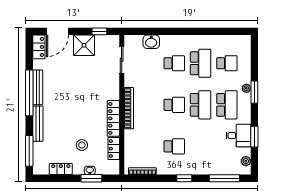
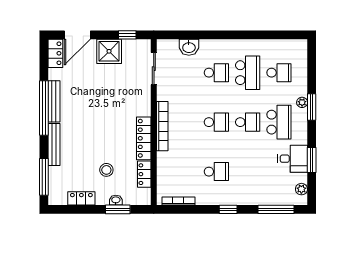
school desk: (201, 105) -> (248, 122), width x0.54

